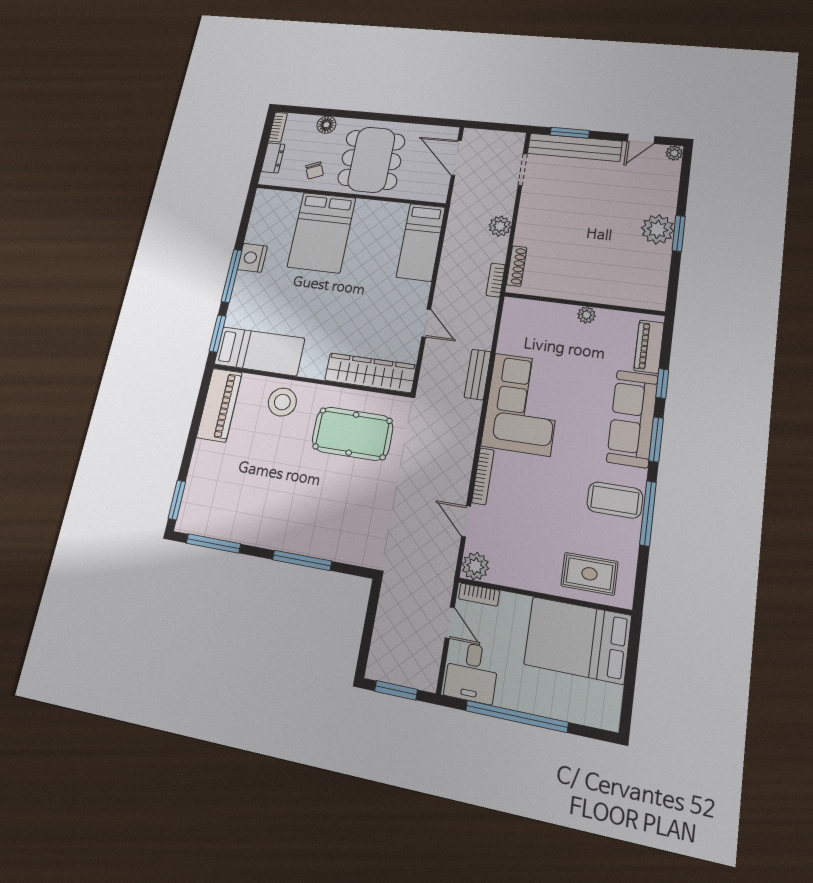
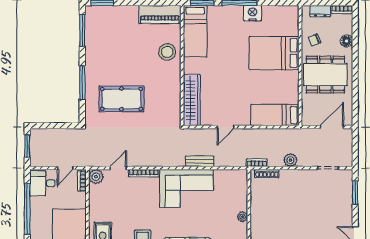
bench: (575, 147) -> (346, 197), removed
pool table: (352, 434) -> (121, 99), moved, turned 90

